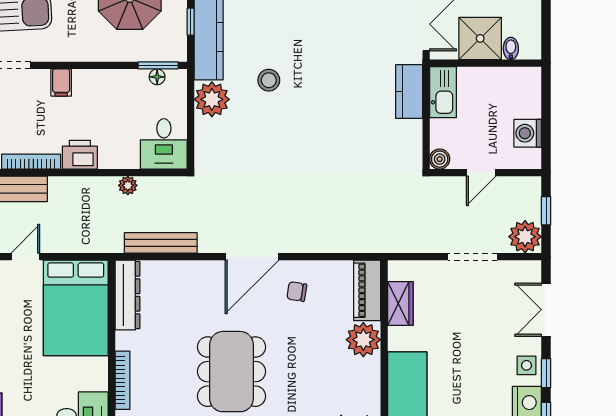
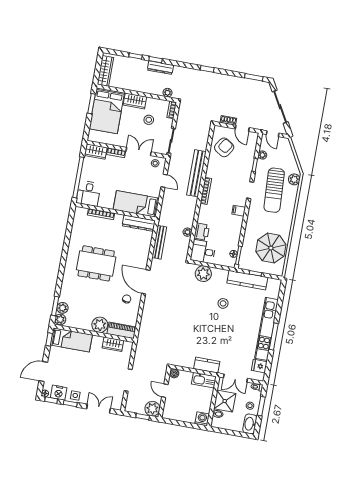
plant: (212, 99) -> (203, 274), moved
washing machine: (528, 133) -> (202, 419), moved
printer: (80, 155) -> (202, 232), moved
plant: (525, 237) -> (152, 409), moved
bed: (76, 308) -> (136, 204), width x0.67

